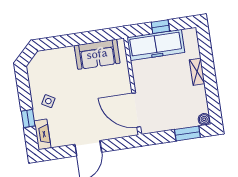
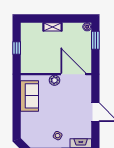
freezer: (156, 45) -> (29, 53), removed
plant: (124, 85) -> (55, 80), added
door: (136, 110) -> (73, 74), swing flipped

